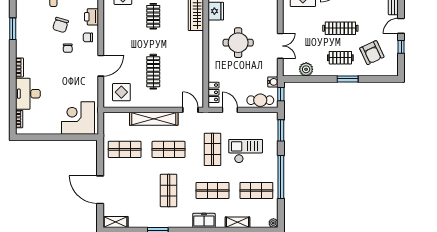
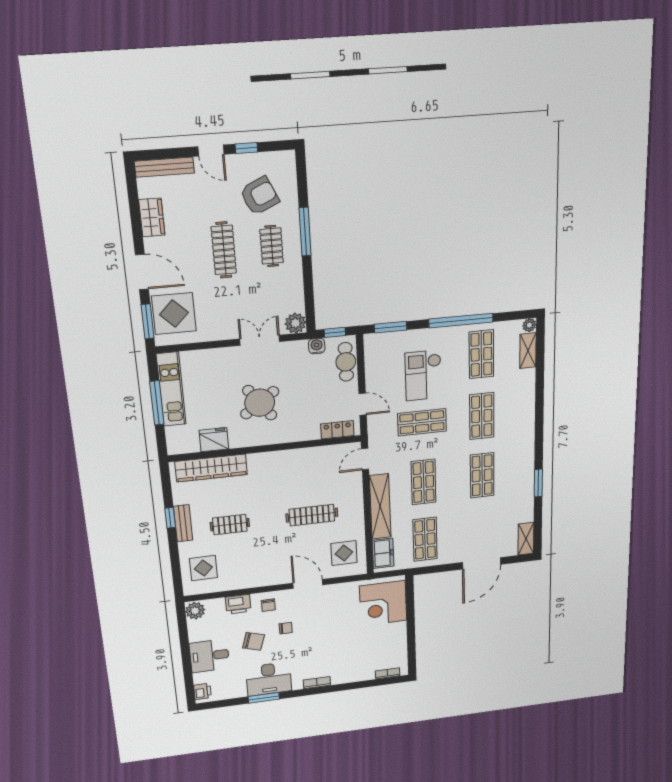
round table: (238, 43) -> (260, 403), turned -36
plant: (306, 69) -> (295, 323), moved
window: (348, 79) -> (305, 232), width x1.44
desk: (28, 94) -> (269, 679), moved
door: (230, 110) -> (363, 404), swing flipped
shop shelf: (169, 190) -> (482, 475), turned 90
freezer: (204, 220) -> (383, 553), moved, turned 180
shelving: (237, 222) -> (528, 351), moved

